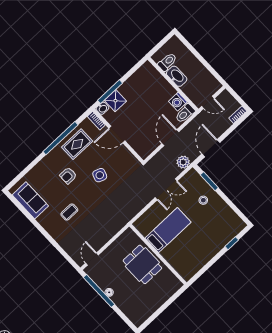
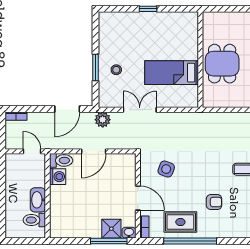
side table: (100, 175) -> (166, 169), moved
window: (209, 181) -> (95, 67), moved
window: (232, 243) -> (148, 9), moved

